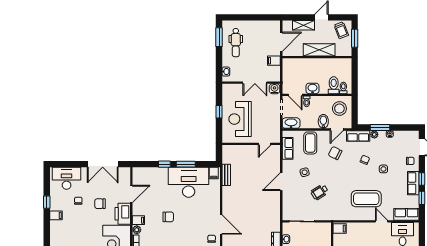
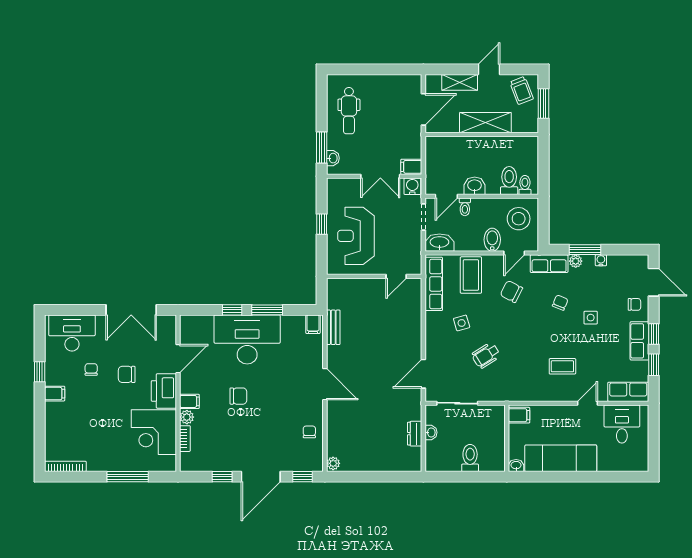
window: (219, 37) -> (322, 148), moved
filing cabinet: (274, 61) -> (411, 167), moved
door: (295, 95) -> (446, 196), hinge flipped
row of seats: (288, 148) -> (434, 284), width x1.48
desk: (189, 182) -> (247, 339), moved
door: (281, 182) -> (423, 374), moved
coffee table: (366, 199) -> (562, 366), width x0.54, depth x0.58
door: (382, 221) -> (587, 403), hinge flipped
door: (221, 225) -> (325, 384), moved

